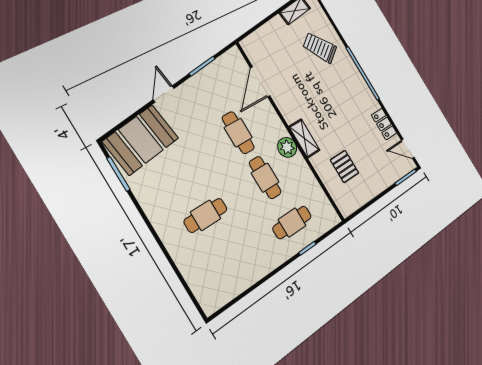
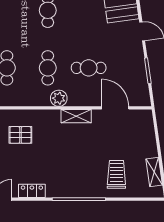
trolley: (320, 48) -> (116, 174), turned -55
shelving: (304, 138) -> (76, 116), moved
cafe table: (265, 178) -> (48, 68), turned 90

